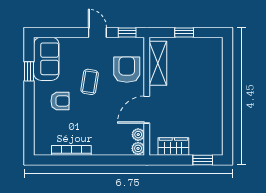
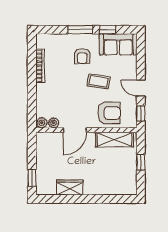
door: (97, 32) -> (141, 88), swing flipped
window: (29, 103) -> (80, 30), added
door: (147, 110) -> (75, 130), swing flipped
wardrobe: (173, 147) -> (70, 187), moved, turned -90

